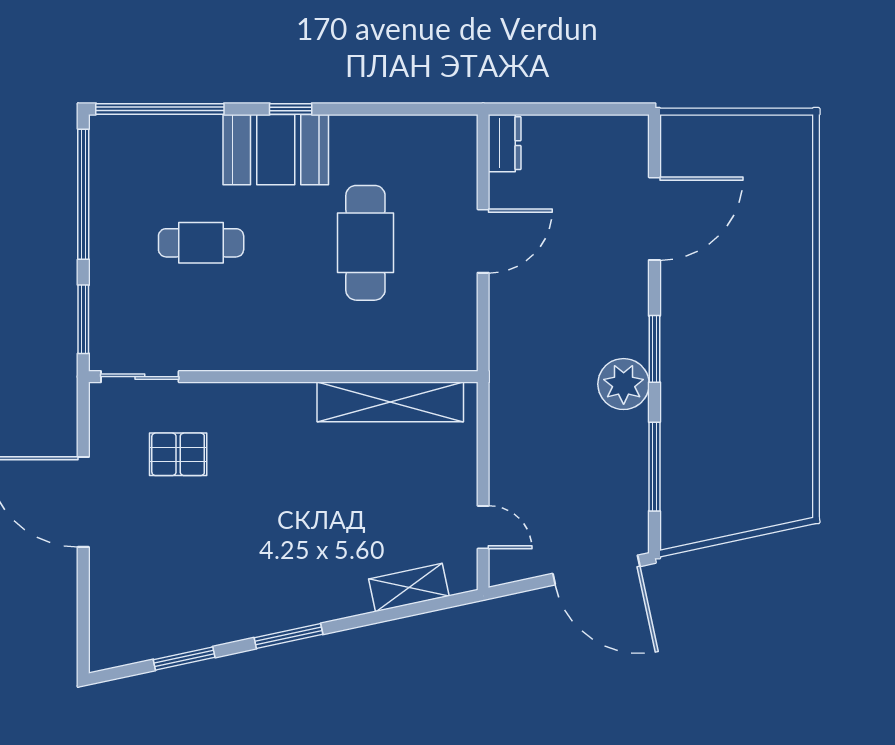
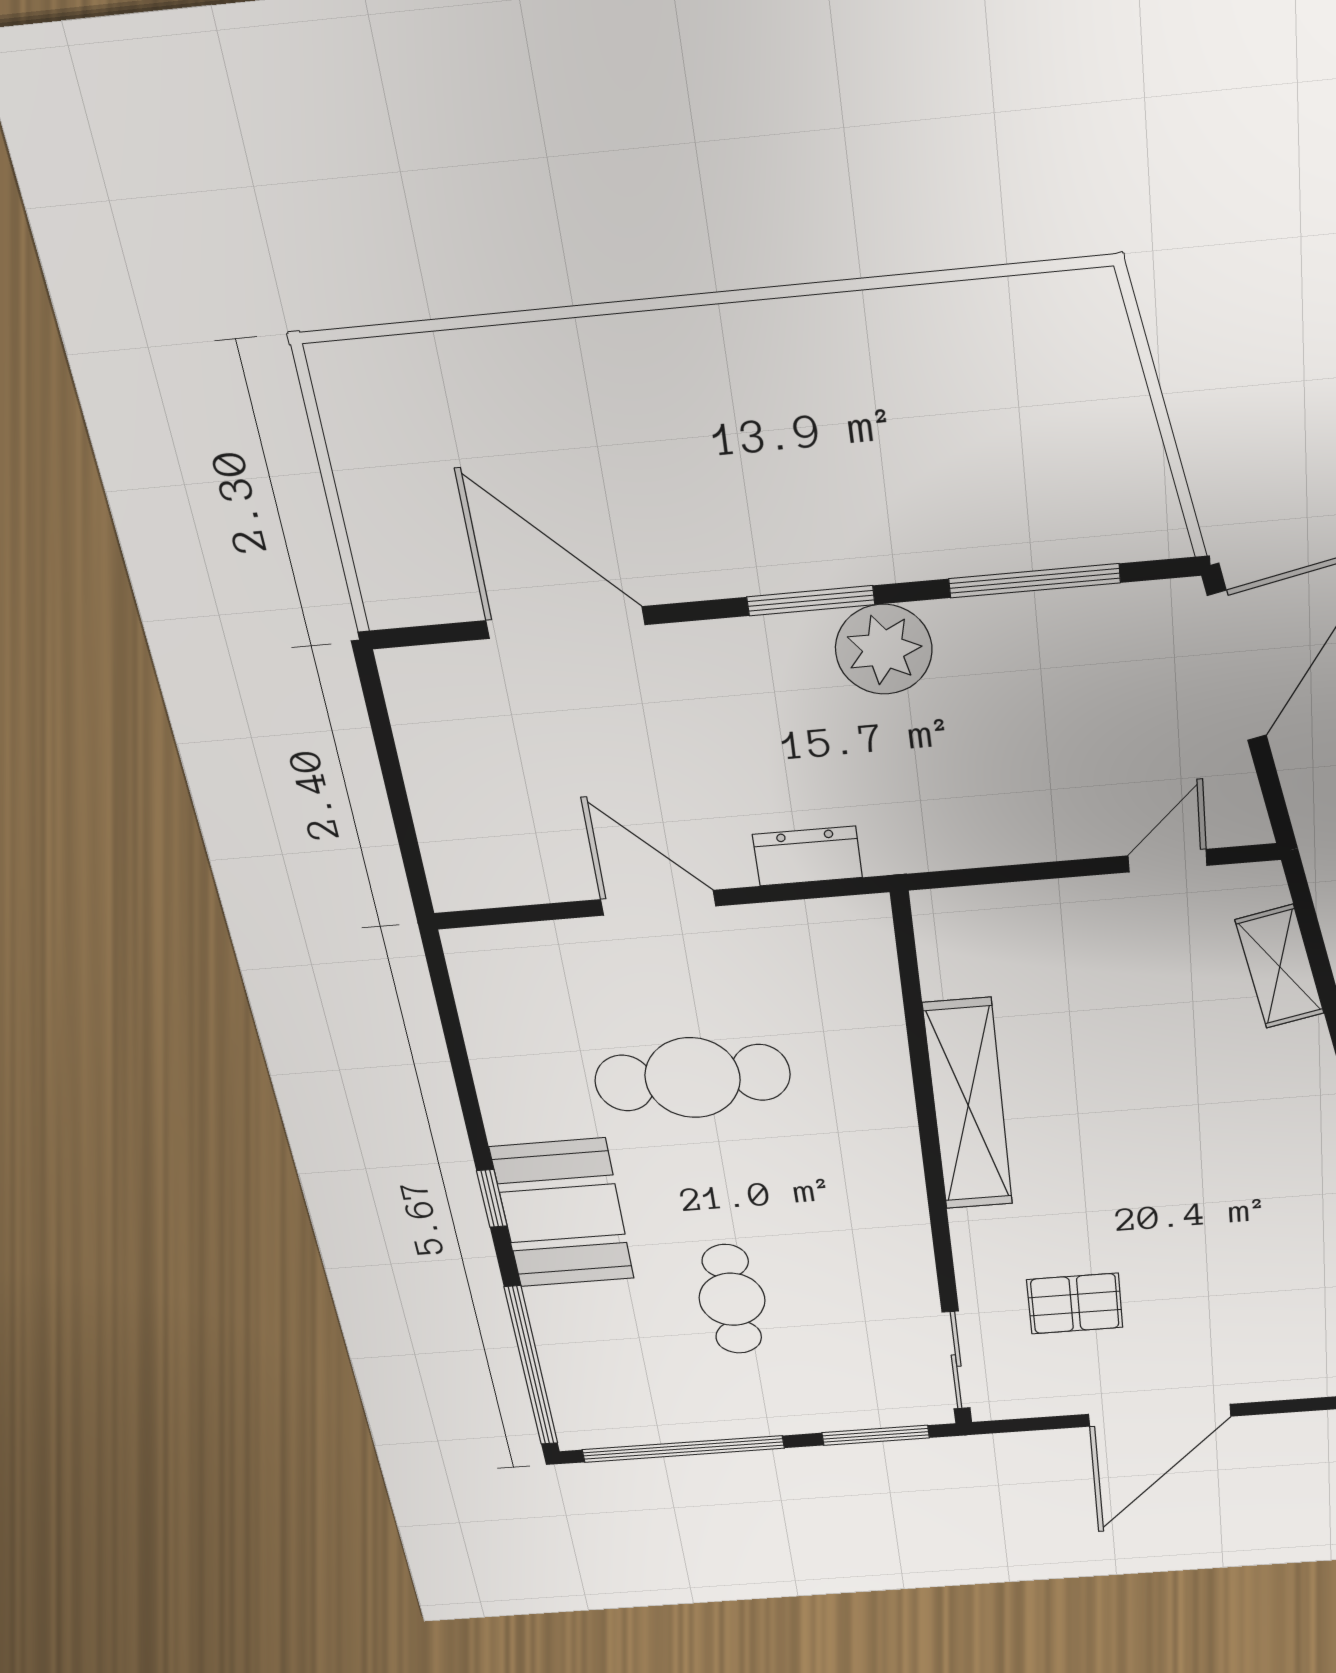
dresser: (505, 143) -> (808, 856), moved
shelving: (390, 402) -> (968, 1105), moved
pallet: (178, 454) -> (1075, 1304), turned 90

